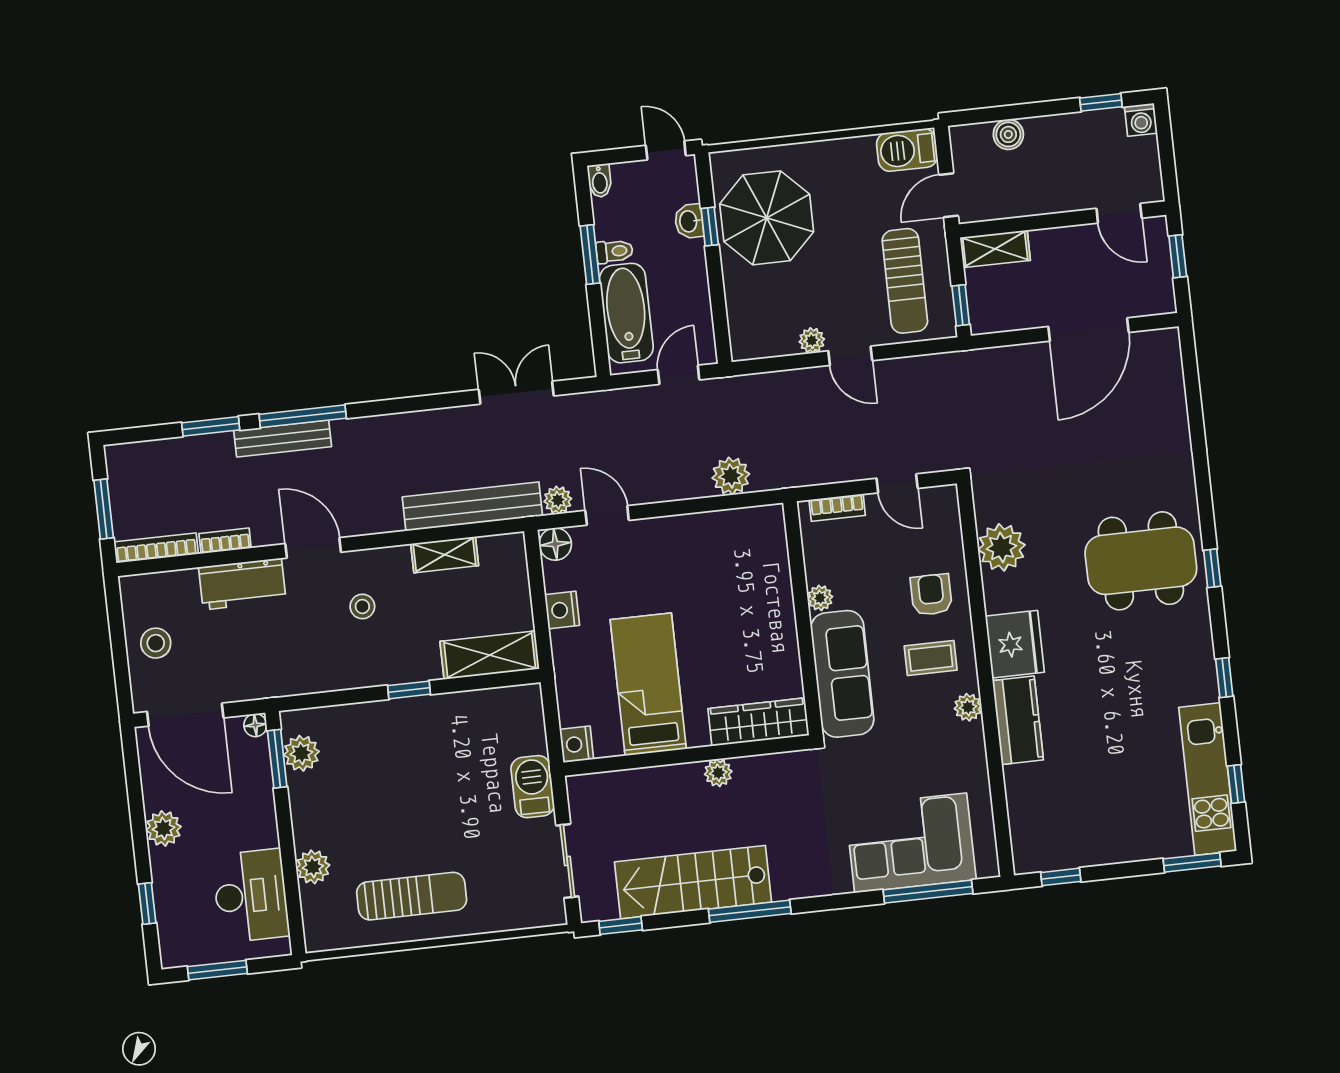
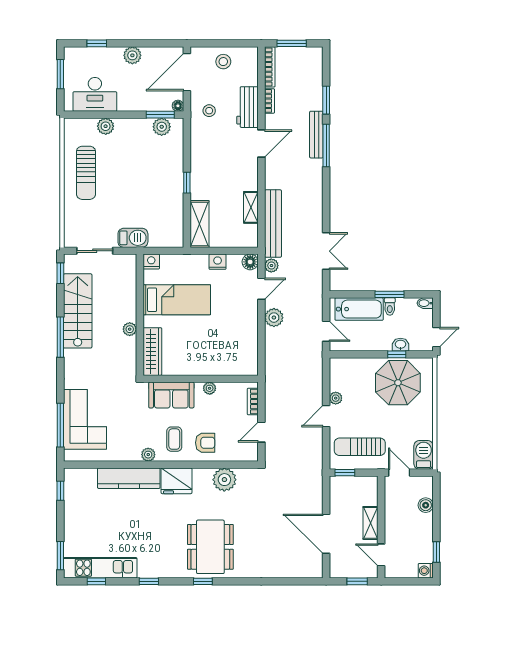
door: (1119, 213) -> (381, 555), hinge flipped
shelving: (995, 249) -> (370, 523), moved
plant: (731, 476) -> (274, 318), moved
stool: (362, 606) -> (209, 111), moved
sofa: (842, 674) -> (171, 395), width x0.73
kitchen counter: (1018, 720) -> (129, 478), width x1.50

